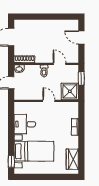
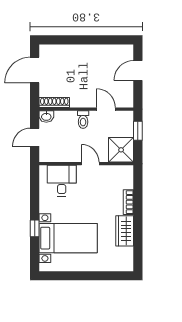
door: (81, 38) -> (138, 71), hinge flipped
desk: (25, 124) -> (62, 181), moved, turned 90
wardrobe: (72, 159) -> (125, 231), moved
window: (11, 161) -> (35, 228), moved

